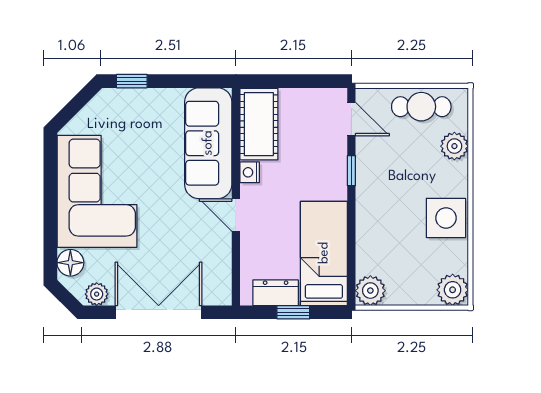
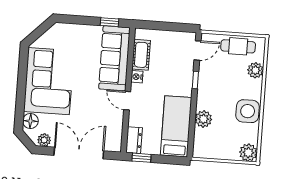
window: (132, 81) -> (109, 22), moved
door: (351, 119) -> (198, 50), hinge flipped
cot: (259, 124) -> (141, 55), width x0.73, depth x0.75
plant: (370, 291) -> (203, 119), moved
dresser: (276, 293) -> (134, 140), moved, turned 90
window: (293, 312) -> (142, 158), moved

